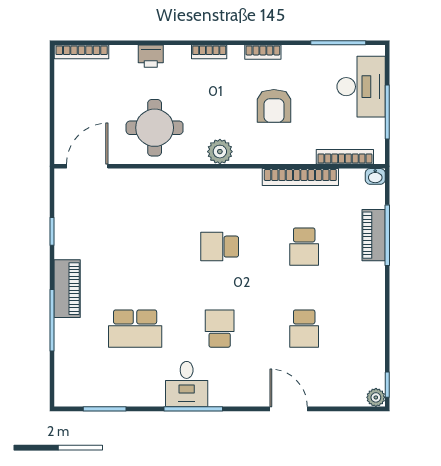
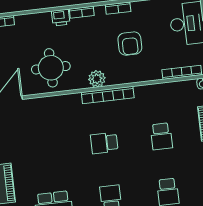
printer: (151, 56) -> (61, 18), moved
bookcase: (300, 177) -> (108, 95), moved

